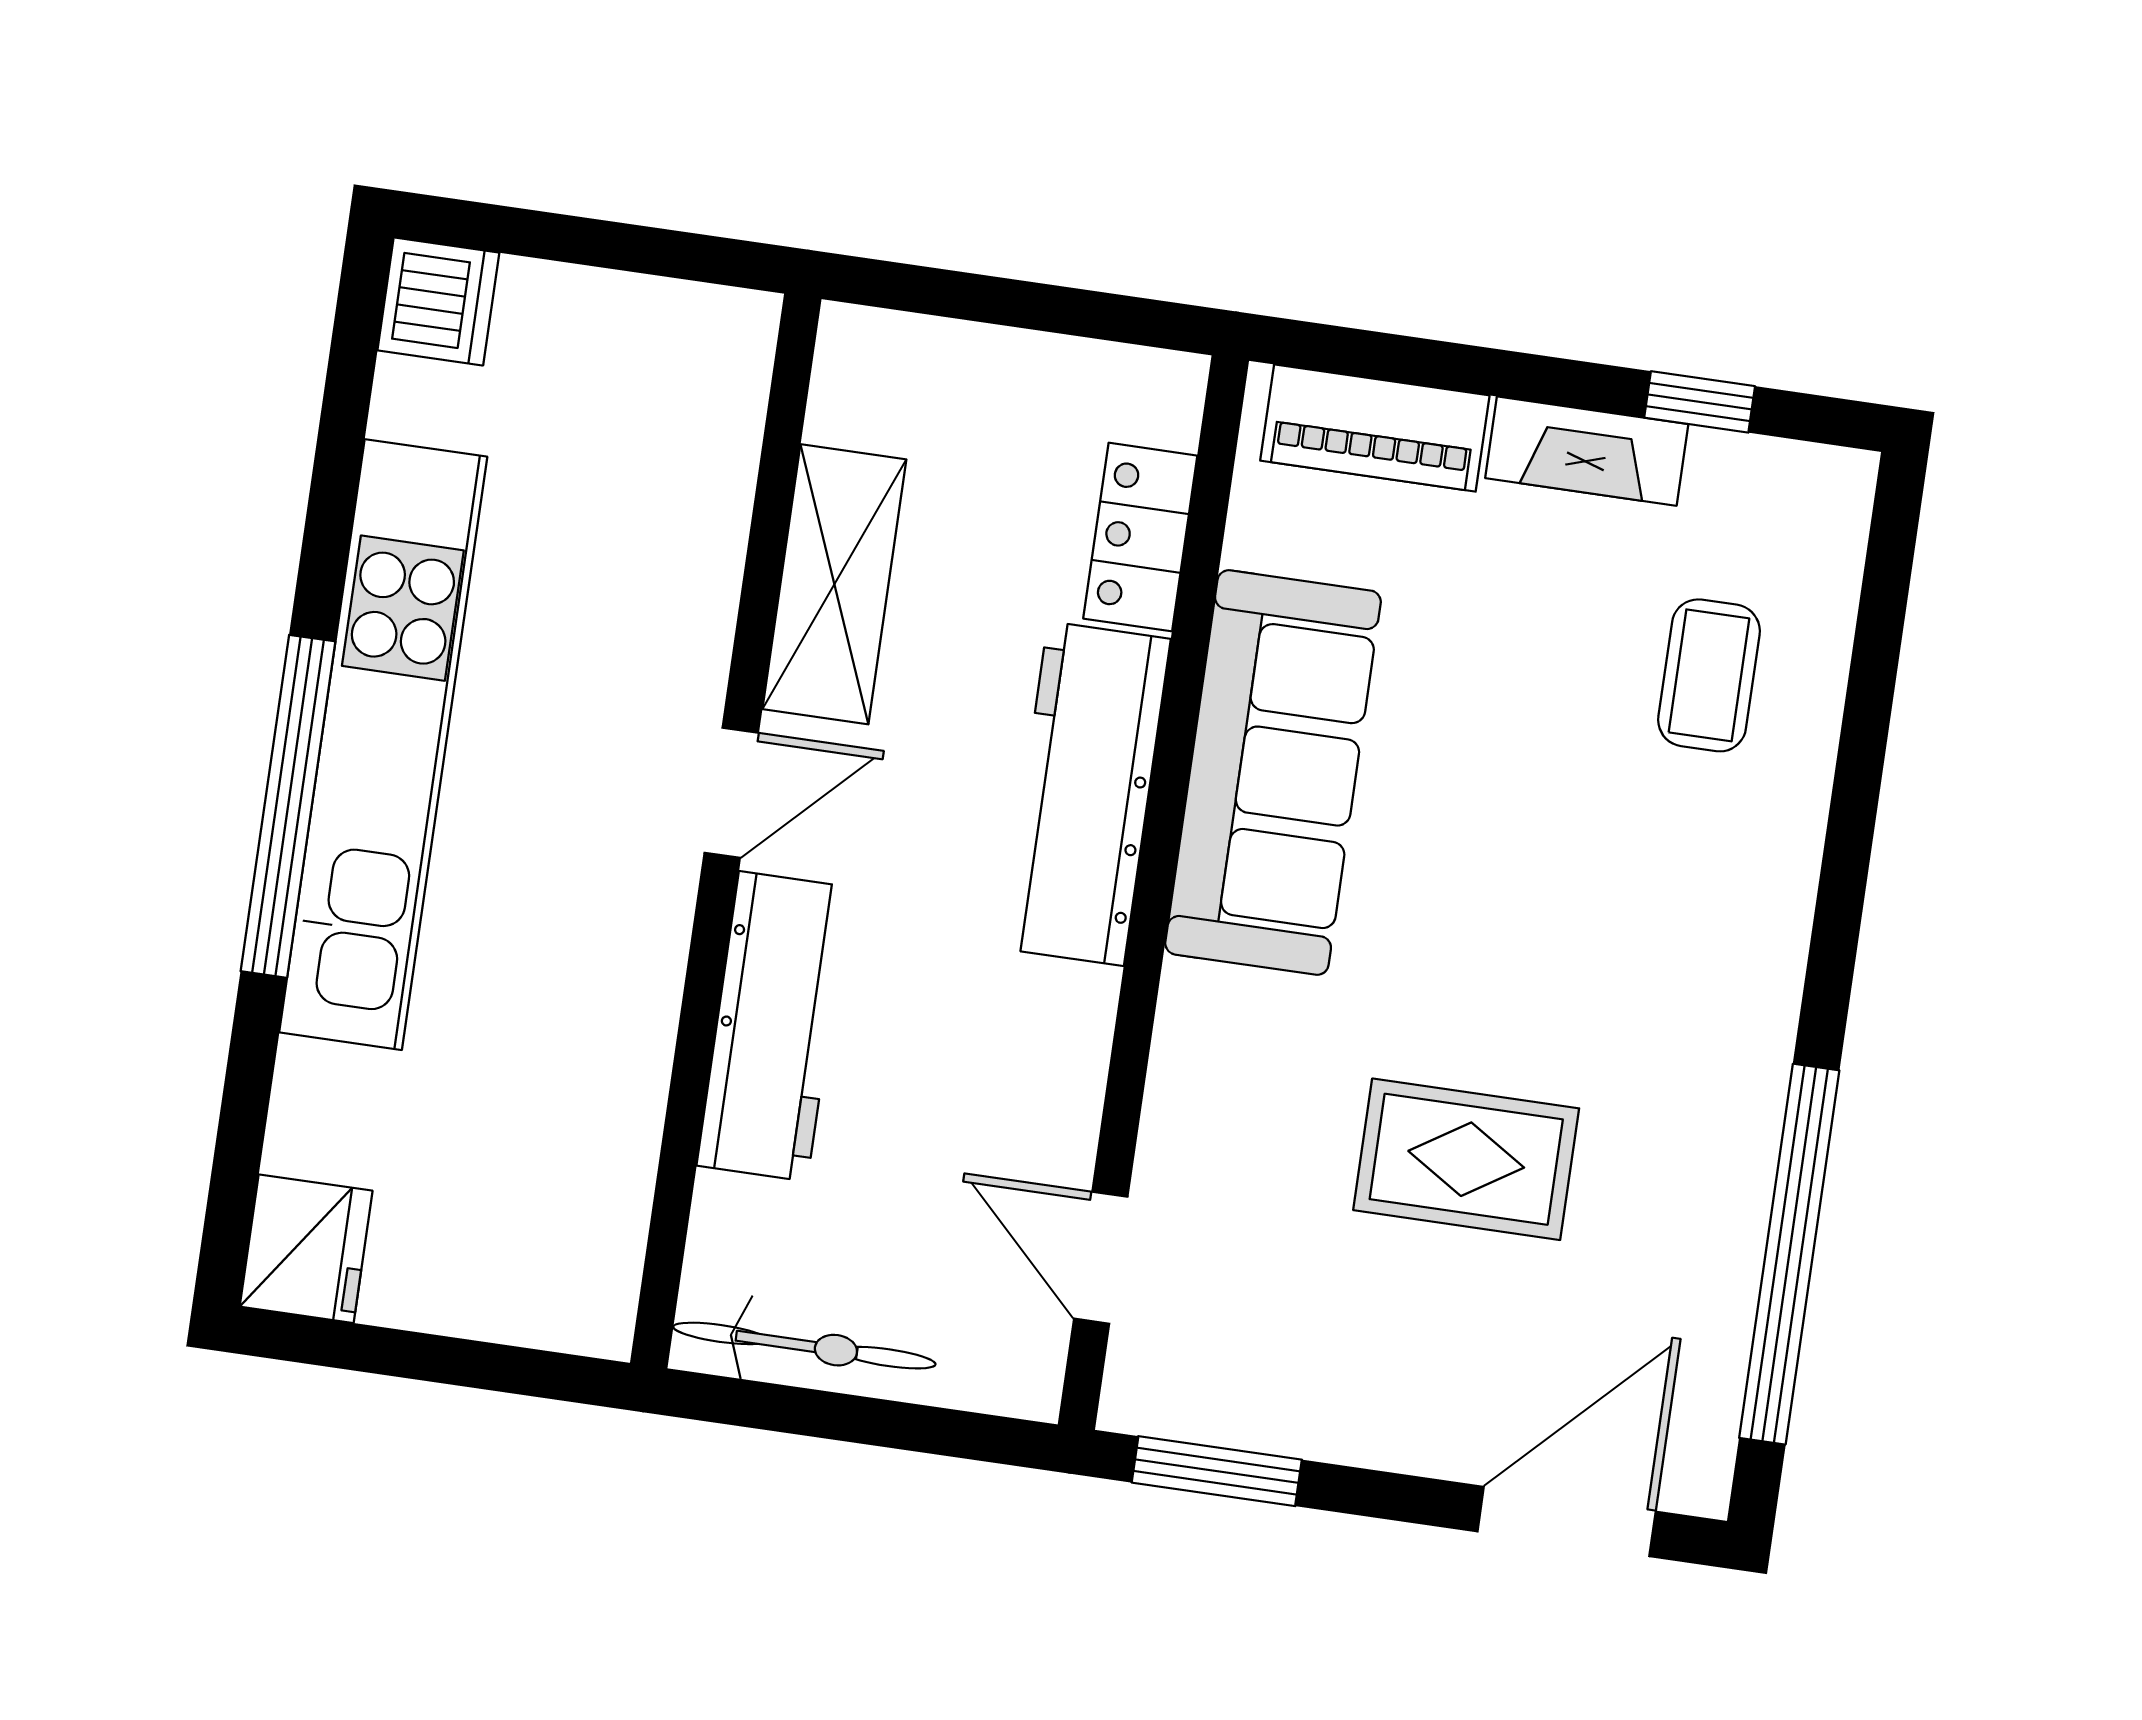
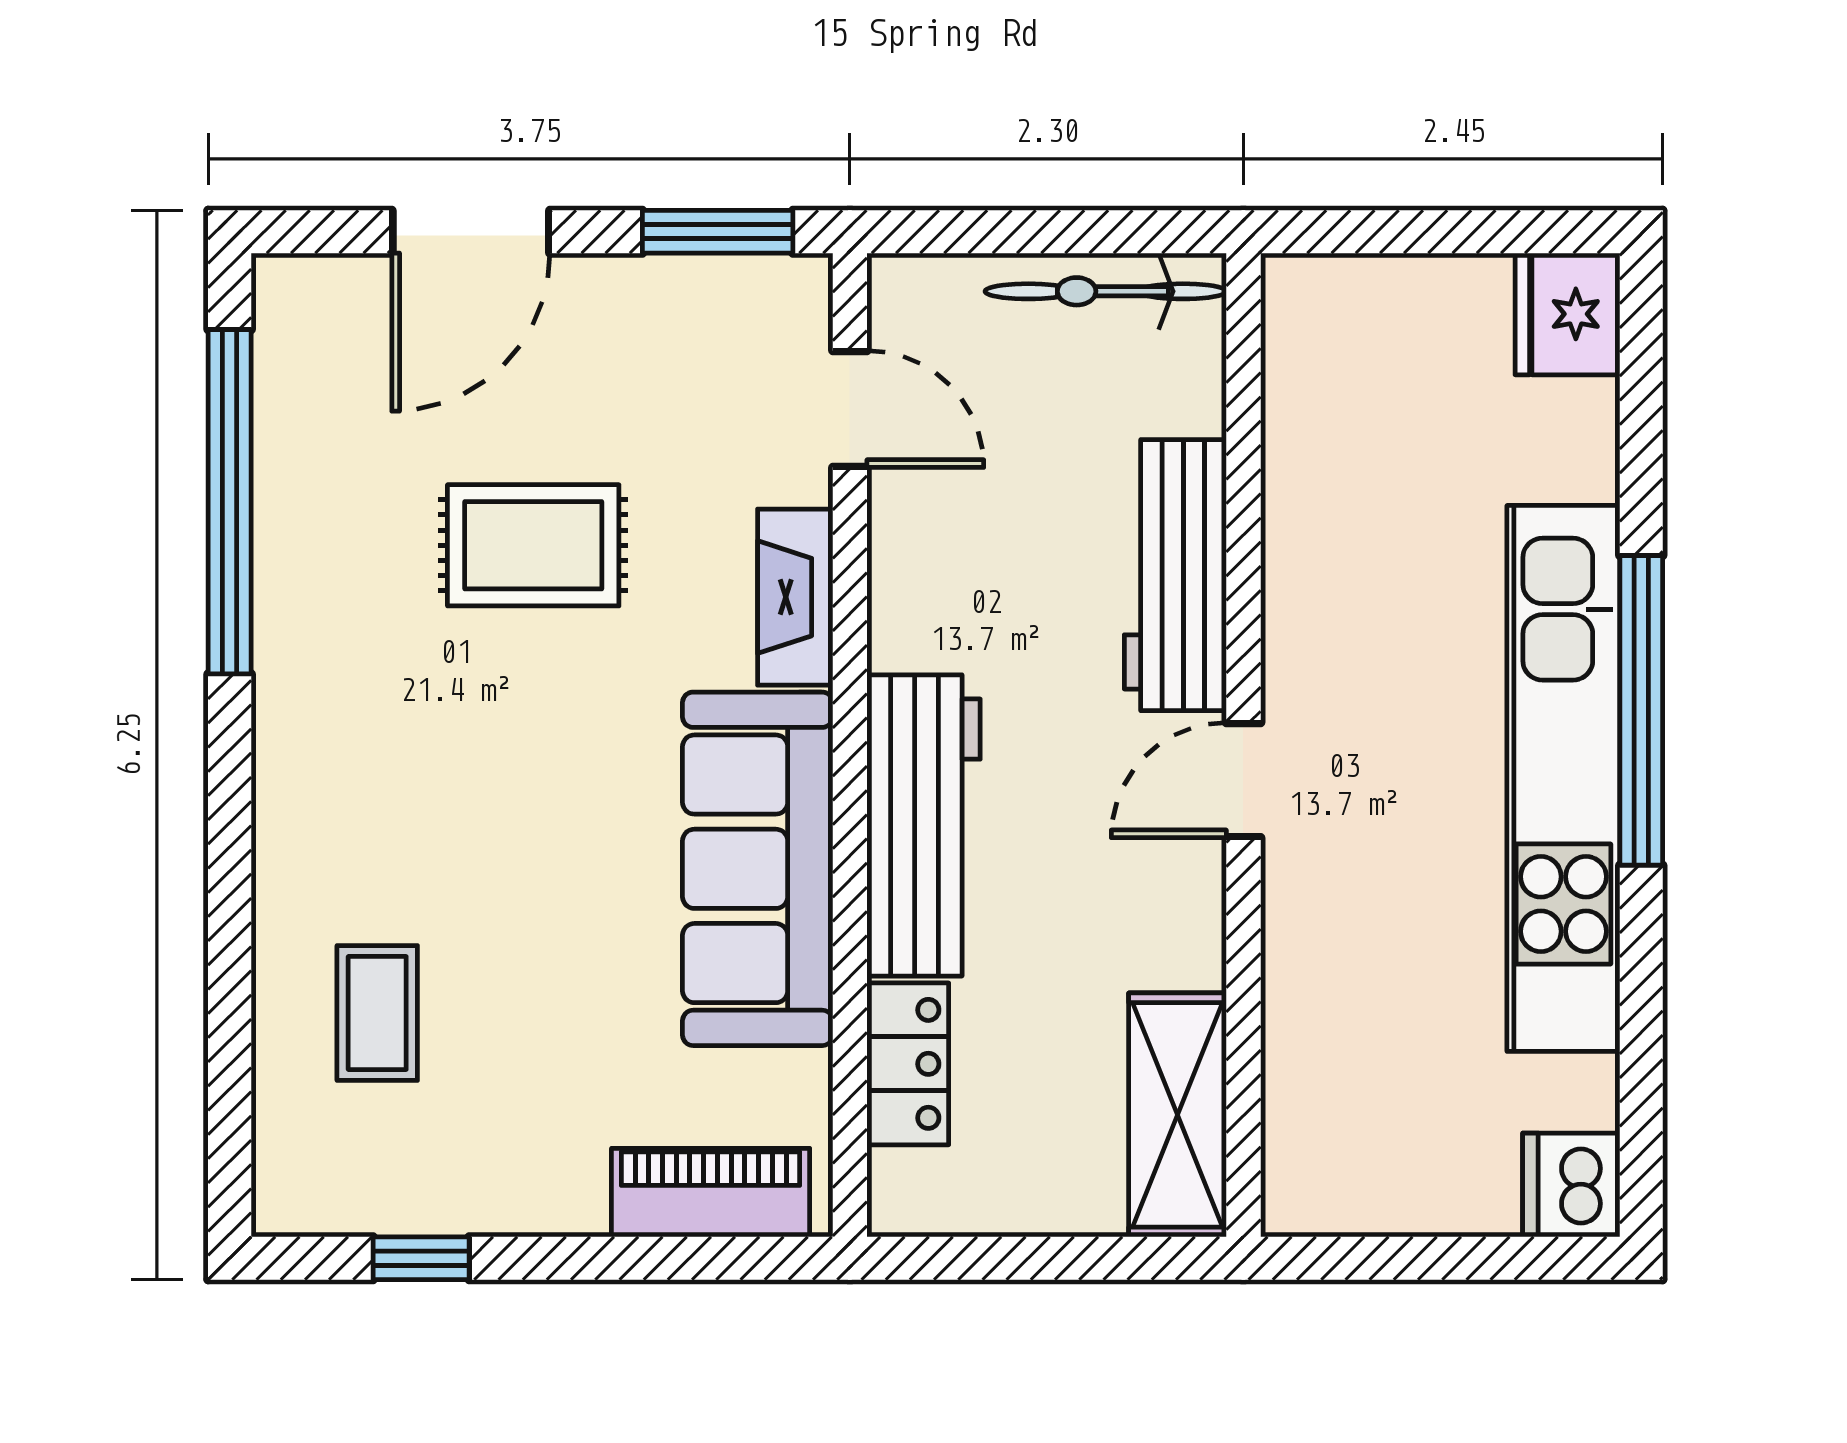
fireplace: (1587, 451) -> (795, 597), moved, turned -90
shelving: (834, 584) -> (1178, 1115), moved
door: (1567, 1522) -> (471, 232), moved

